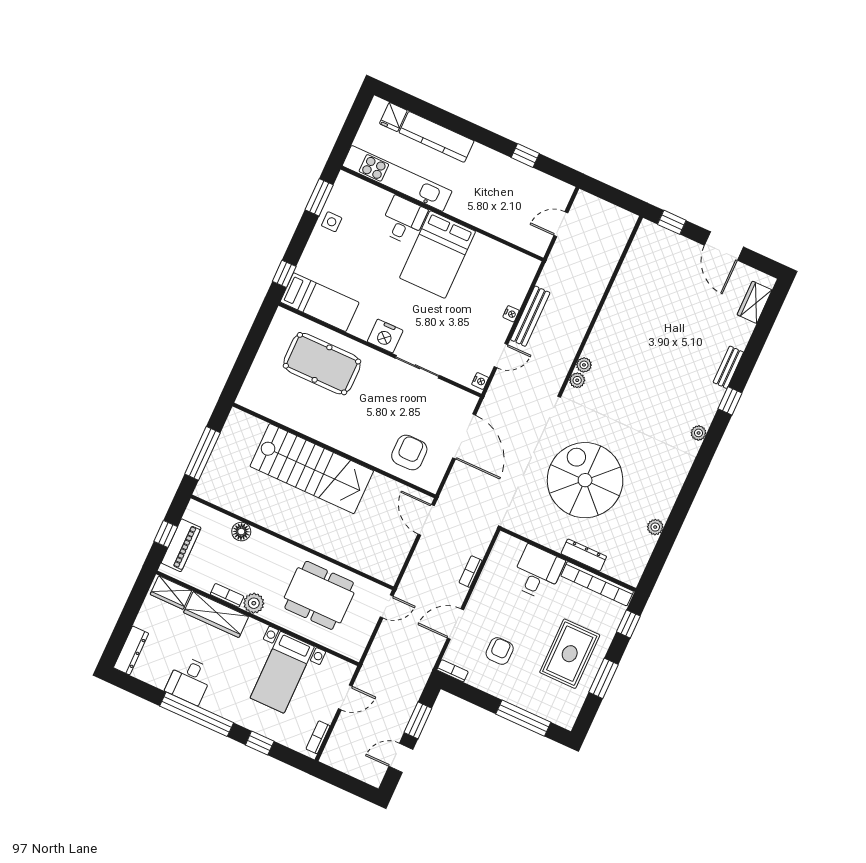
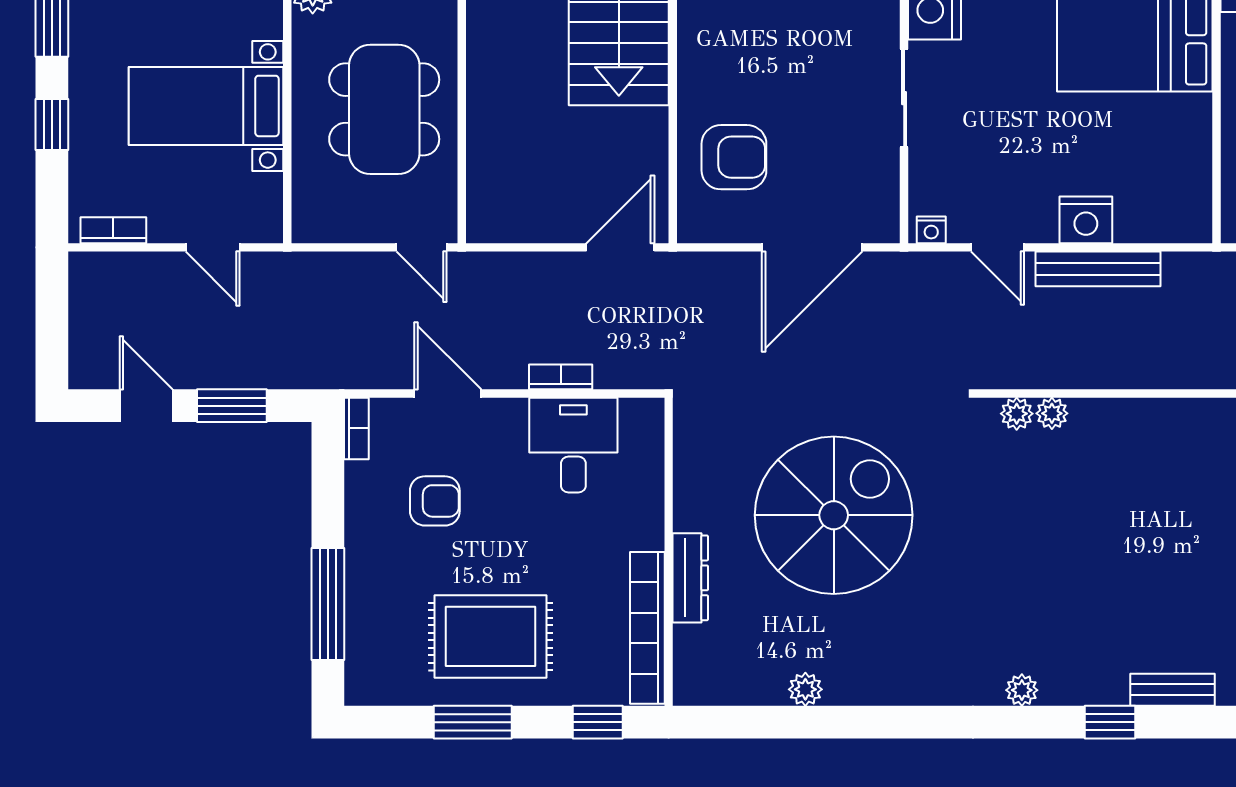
nightstand: (511, 314) -> (1086, 220), width x1.89, depth x1.79
desk: (537, 572) -> (573, 445), moved, turned -90

